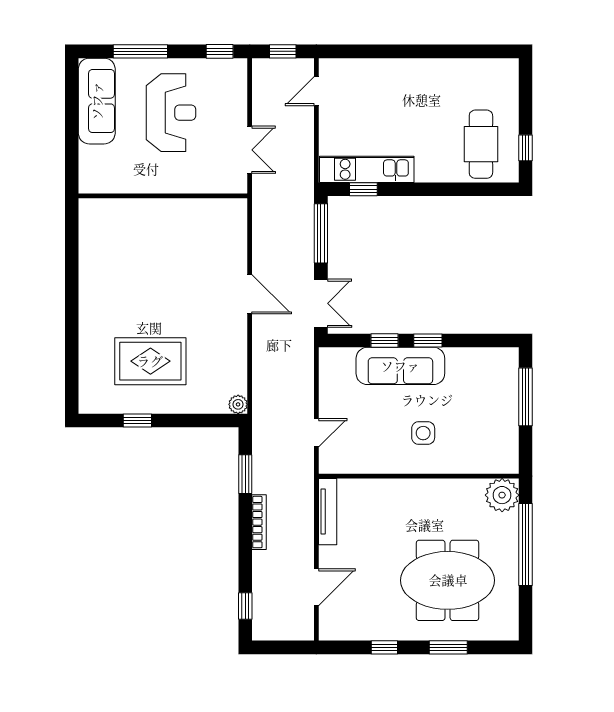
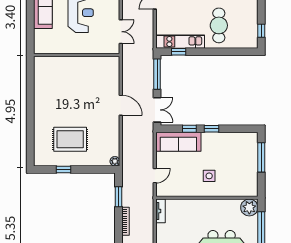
cafe table: (481, 144) -> (219, 25), moved
sofa: (400, 366) -> (178, 142), moved
tv unit: (328, 512) -> (160, 211), width x0.71

